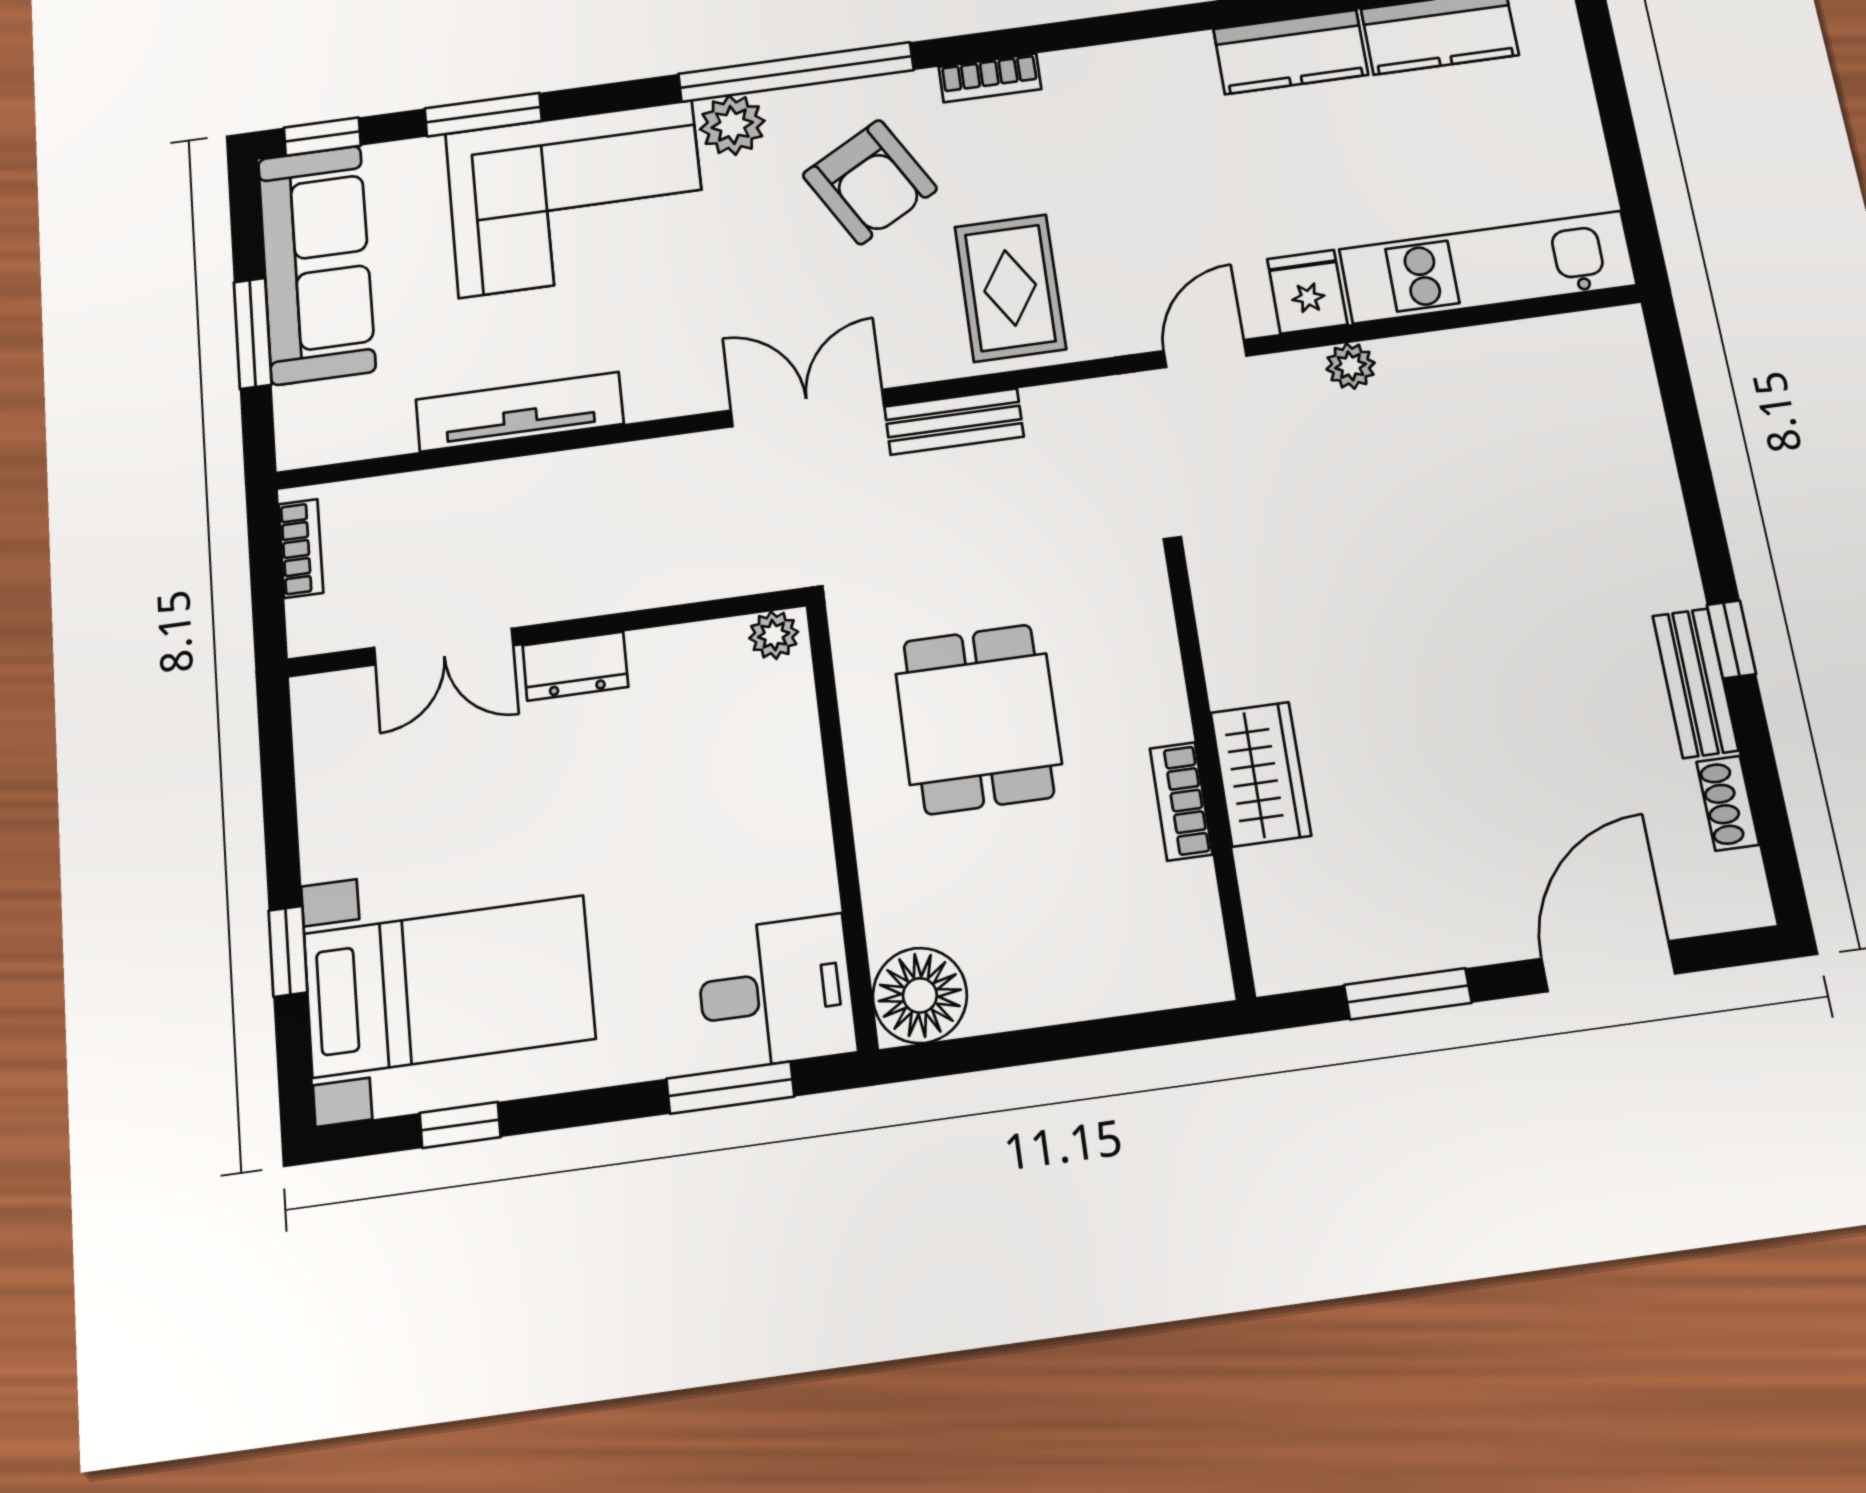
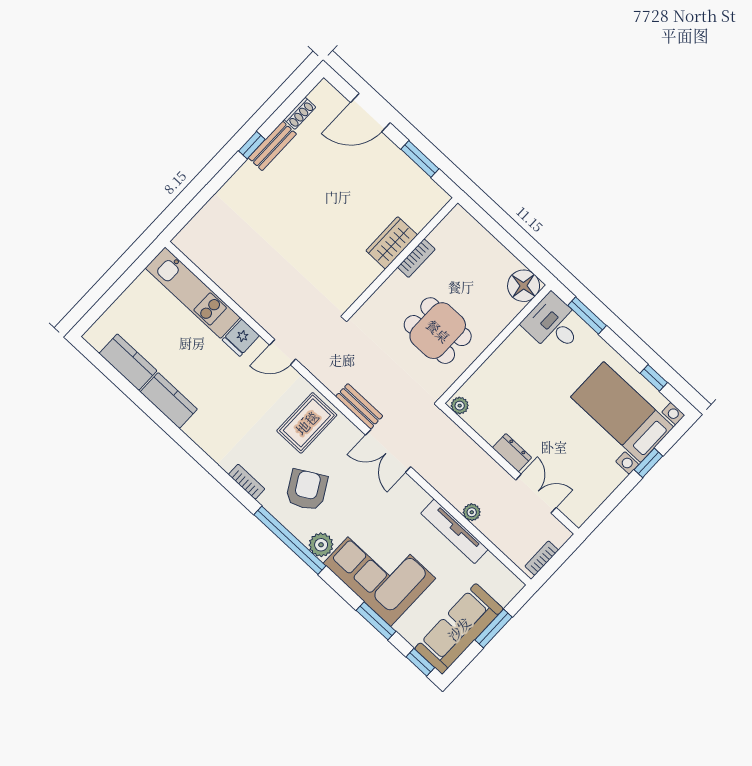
plant: (1351, 366) -> (472, 512), moved
dining table: (978, 719) -> (438, 331), turned 90

